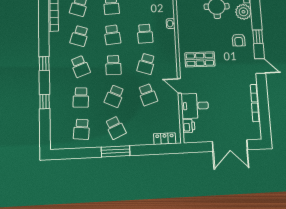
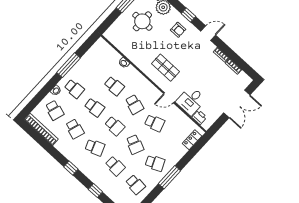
shop shelf: (200, 59) -> (166, 68), turned 90

